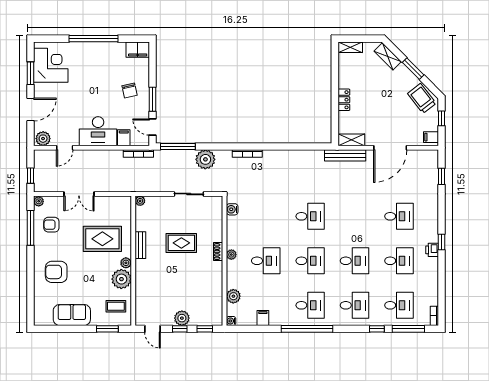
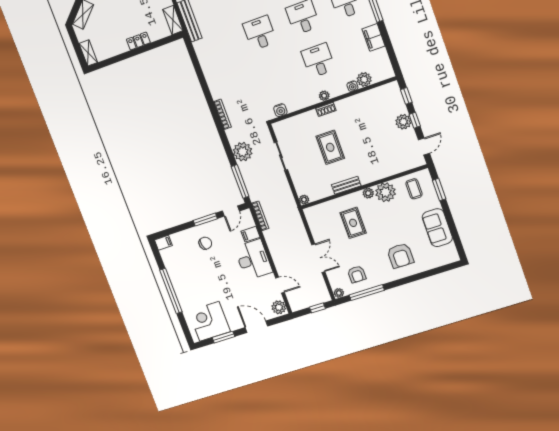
filing cabinet: (138, 50) -> (163, 243), width x0.50
rug: (102, 239) -> (353, 223), width x0.73, depth x0.70
filing cabinet: (263, 318) -> (373, 37), width x2.00
water cooler: (231, 321) -> (352, 86), moved

